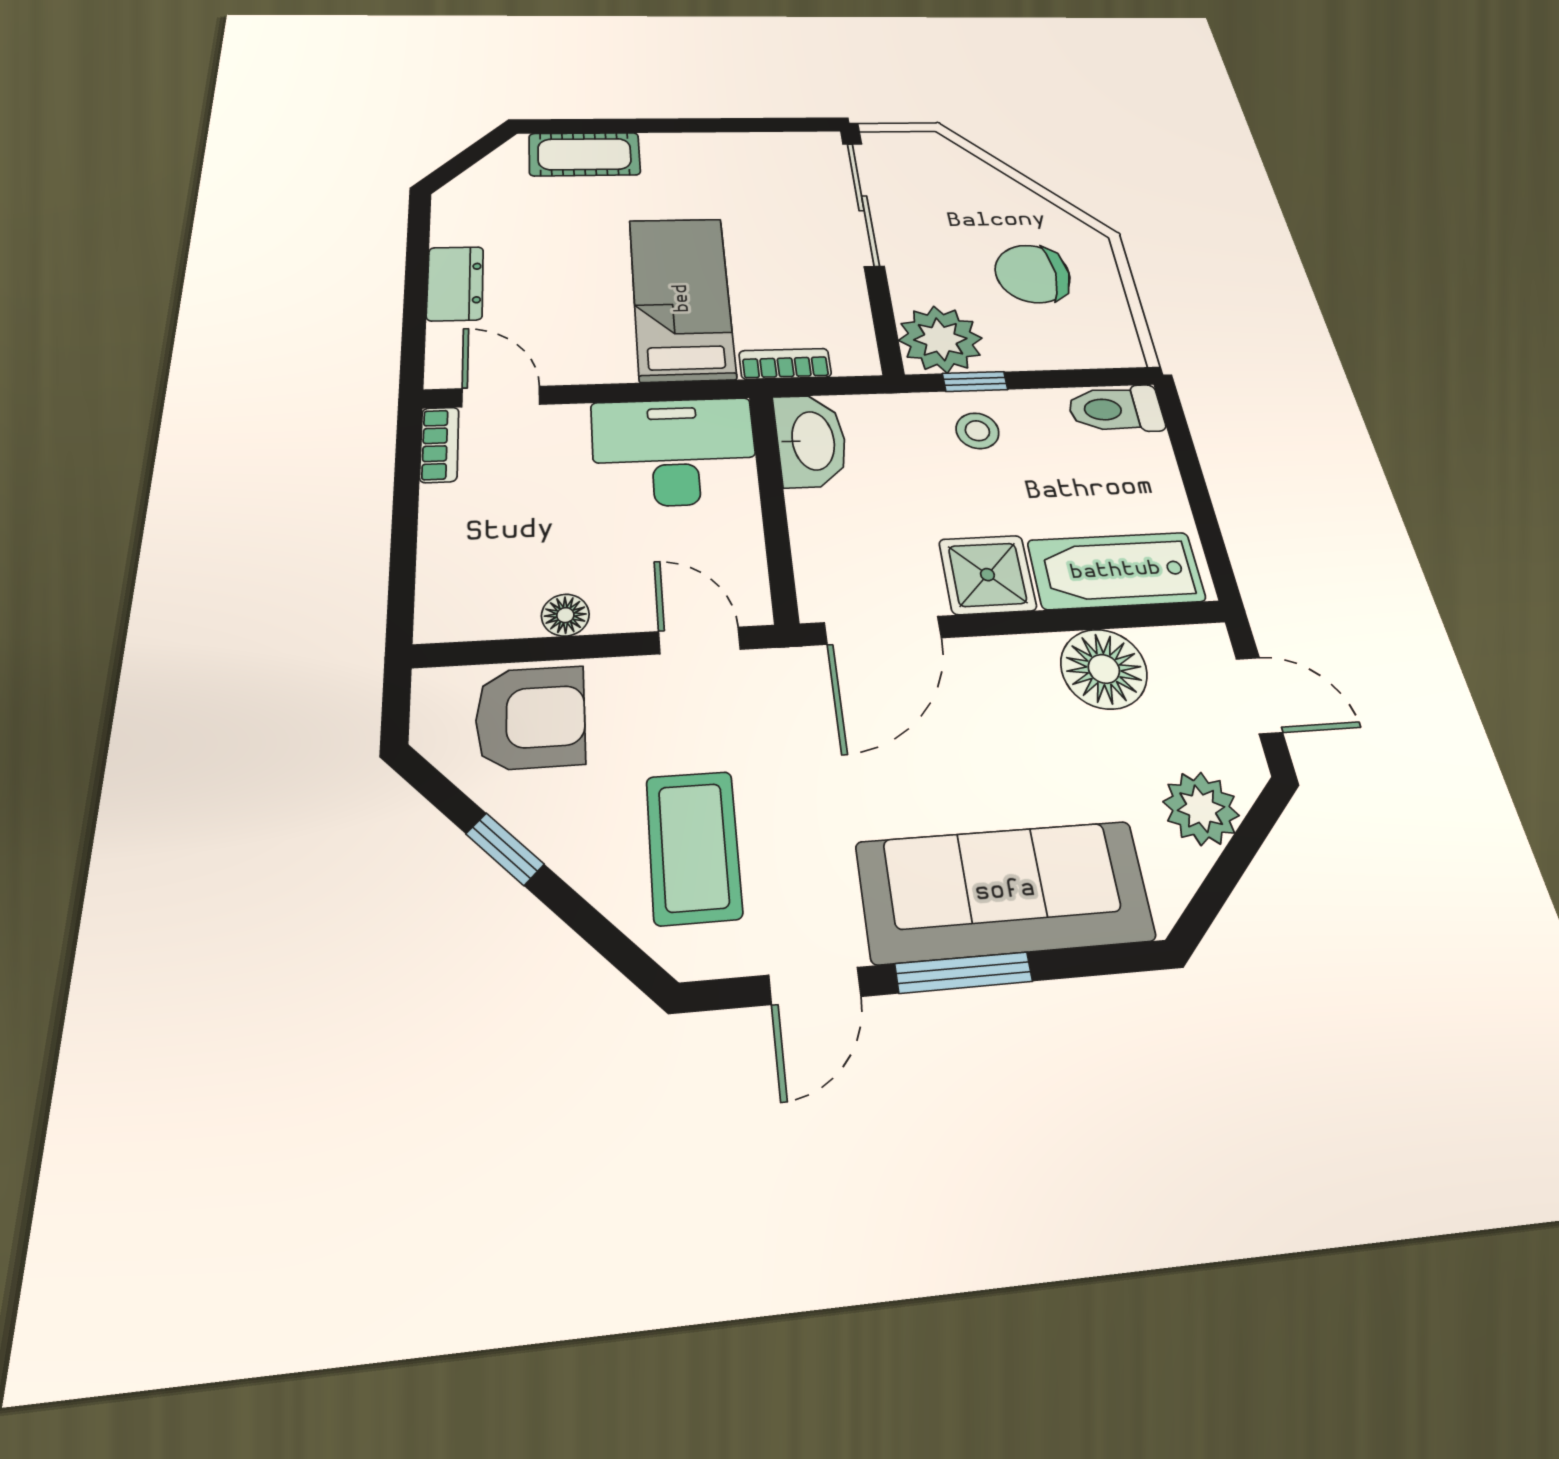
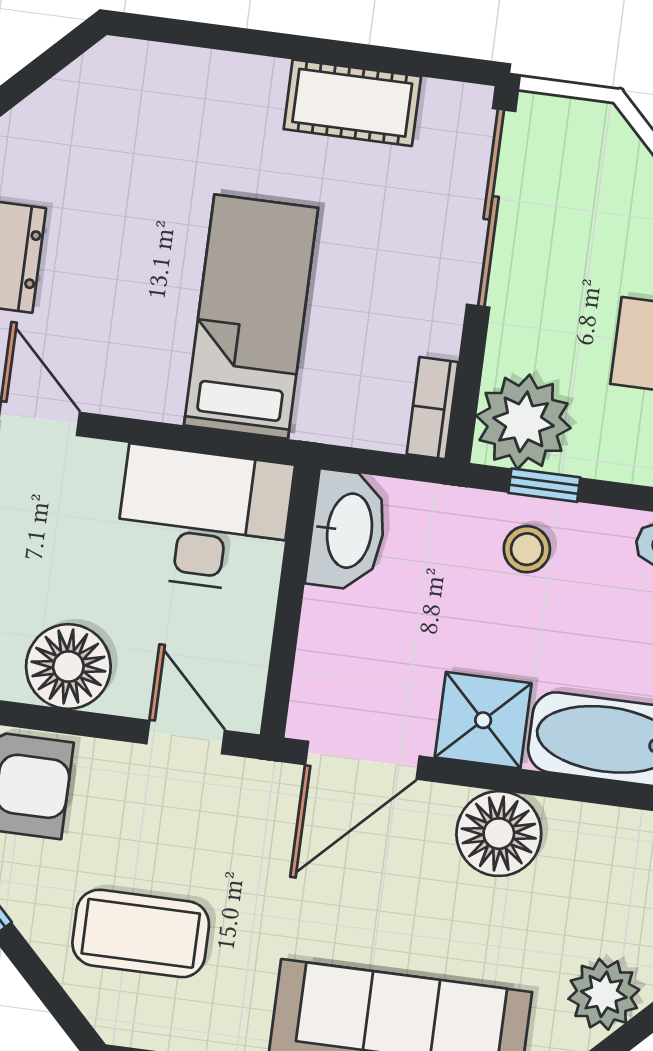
cot: (585, 154) -> (352, 103), moved
bookcase: (785, 364) -> (432, 408), moved, turned -90
floor lamp: (565, 615) -> (68, 667), width x1.89, depth x1.89
floor lamp: (1104, 669) -> (499, 834), moved
coffee table: (694, 847) -> (141, 933), turned 90

